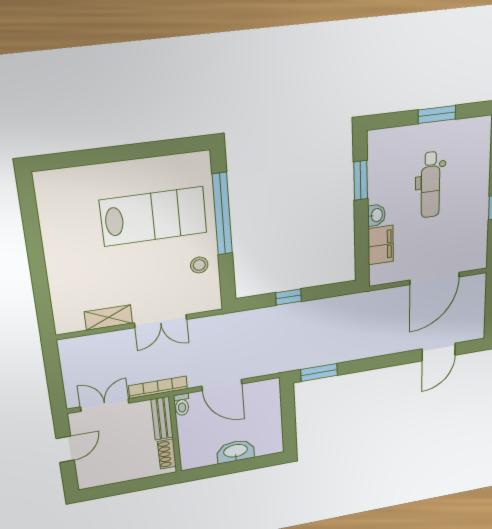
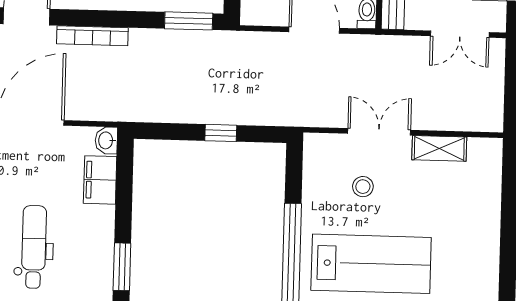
washbasin: (376, 215) -> (106, 140), moved
lab bench: (154, 216) -> (371, 264), turned 180
stool: (199, 265) -> (363, 187), moved
bookcase: (158, 387) -> (92, 36), moved

